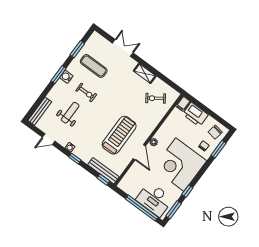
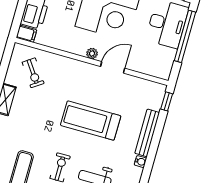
treadmill: (119, 135) -> (91, 121), moved
window: (75, 159) -> (153, 149), removed
bench: (103, 171) -> (147, 133), moved

